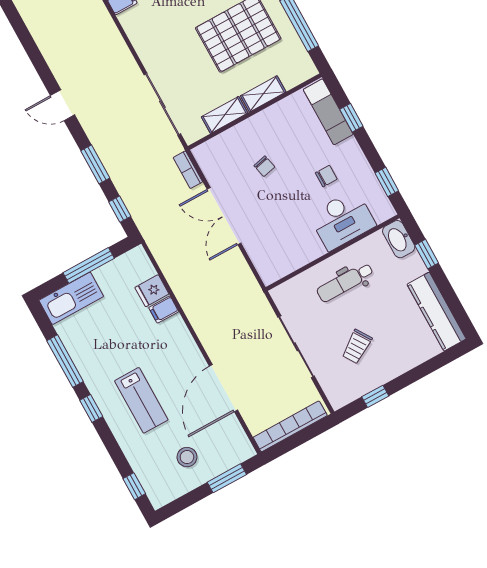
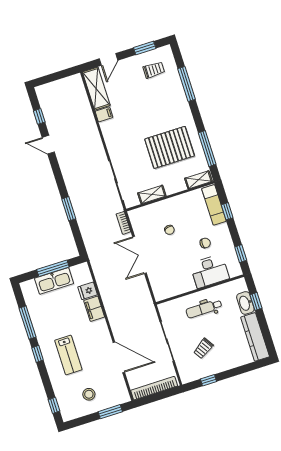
shelving: (263, 94) -> (198, 180), moved
door: (62, 105) -> (48, 145), moved
window: (120, 209) -> (39, 116), moved
washbasin: (399, 239) -> (245, 303), moved
kitchen sink: (71, 298) -> (54, 281), moved
filing cabinet: (164, 310) -> (94, 309), width x2.00
door: (223, 388) -> (119, 357), swing flipped

